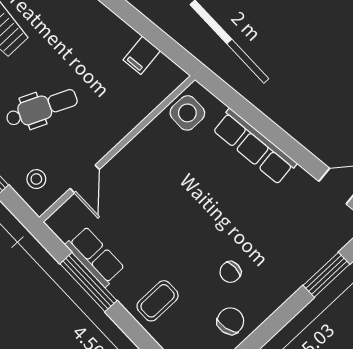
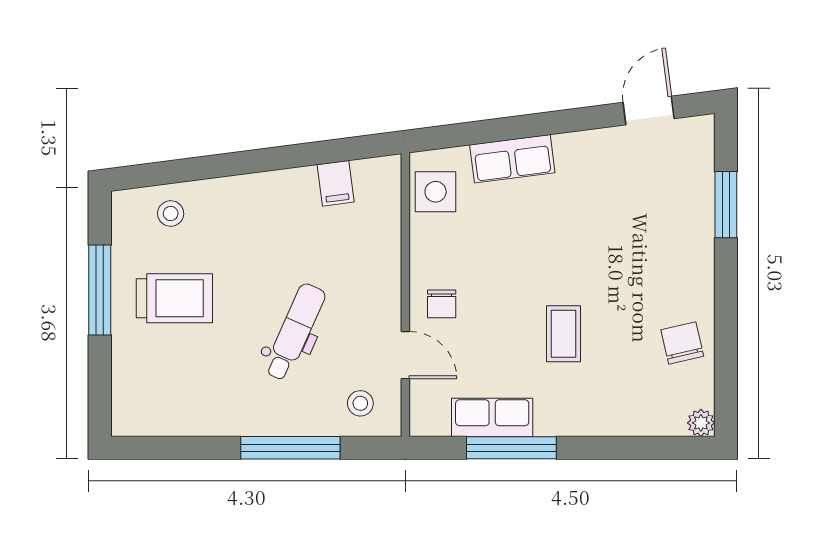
row of seats: (255, 146) -> (512, 159), width x0.68
chair: (230, 272) -> (442, 304), moved
coffee table: (158, 301) -> (564, 334), moved

